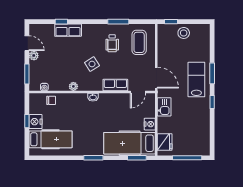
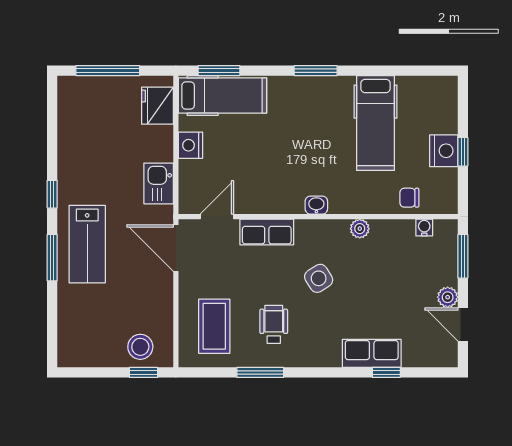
stool: (184, 33) -> (140, 347), moved
hospital bed: (51, 139) -> (375, 123), moved, turned -90
hospital bed: (130, 143) -> (223, 95), width x0.73, depth x0.78

